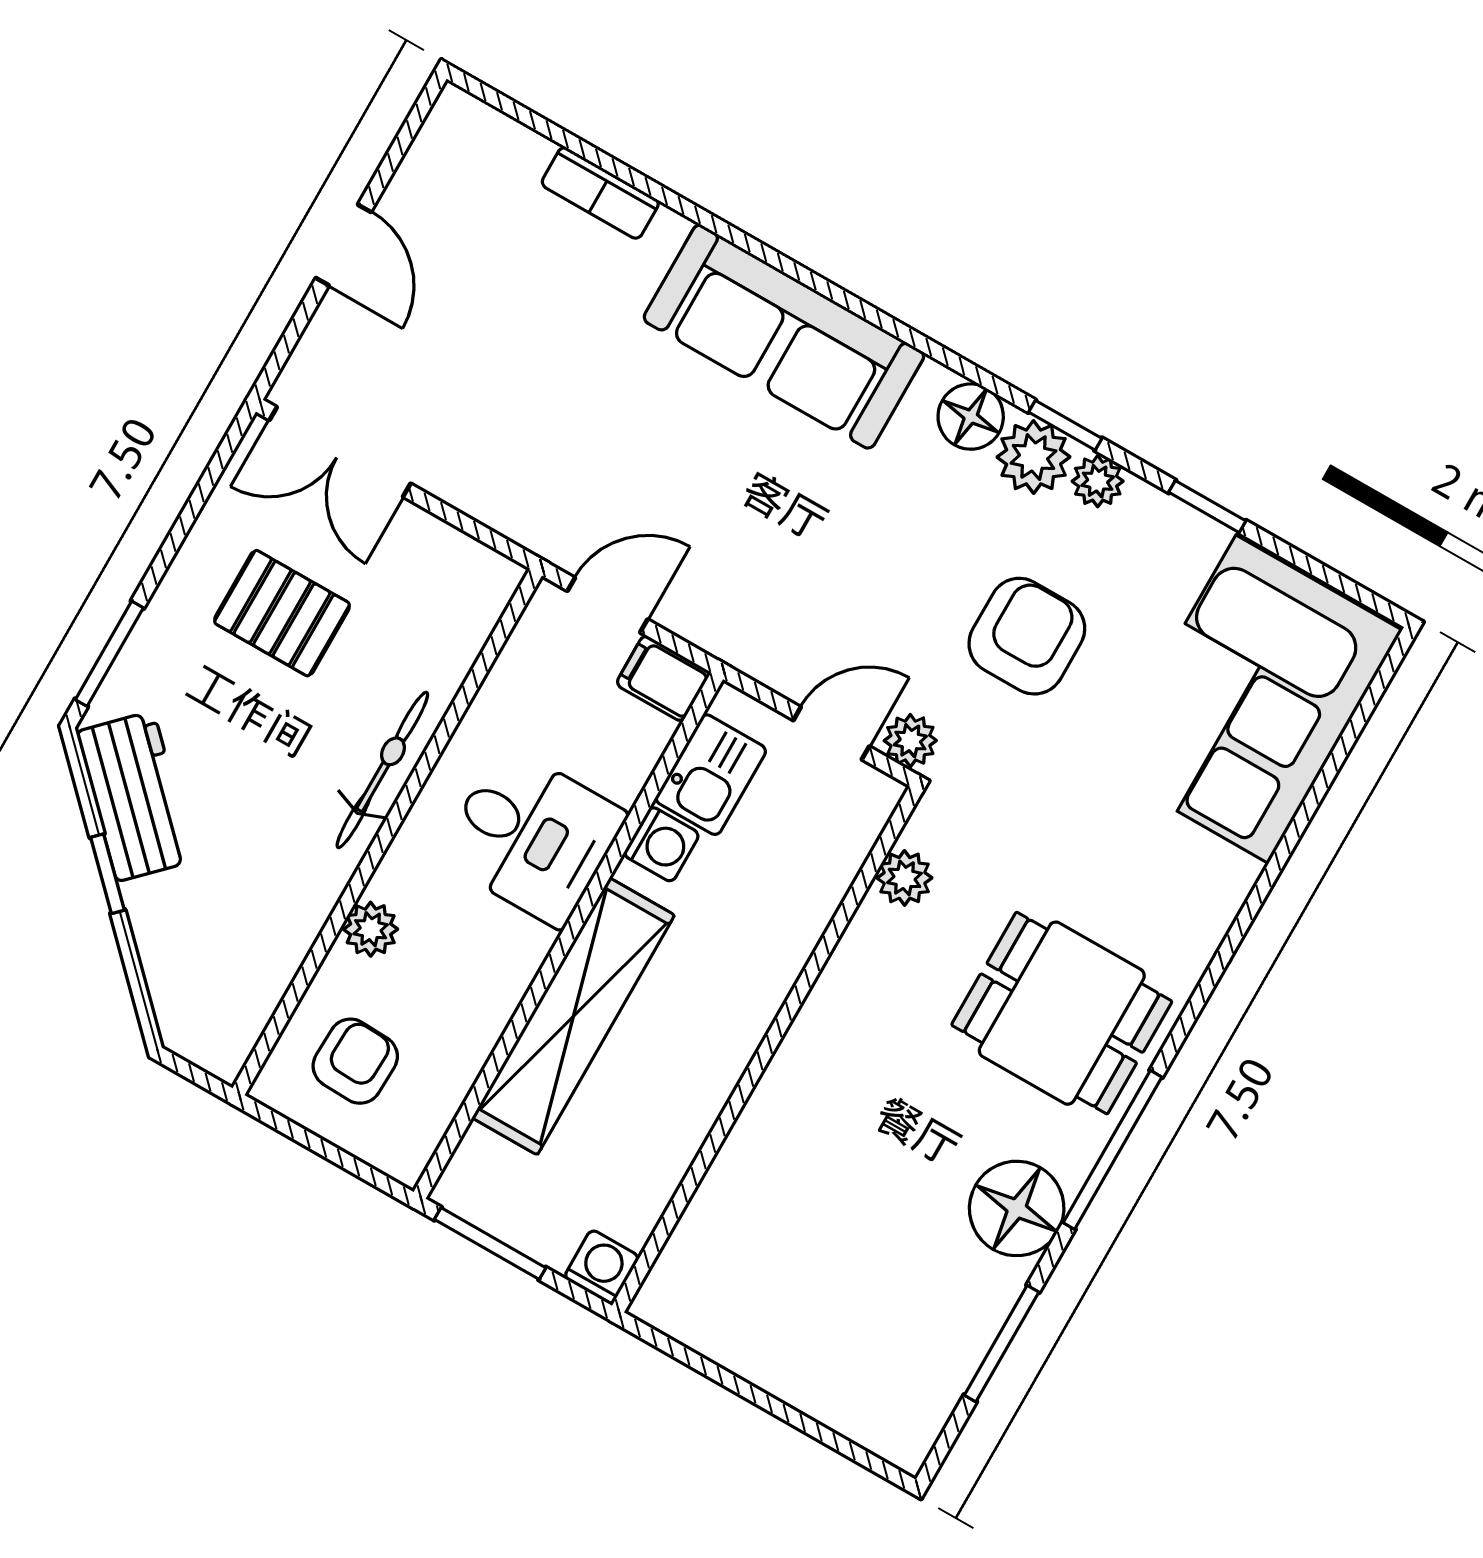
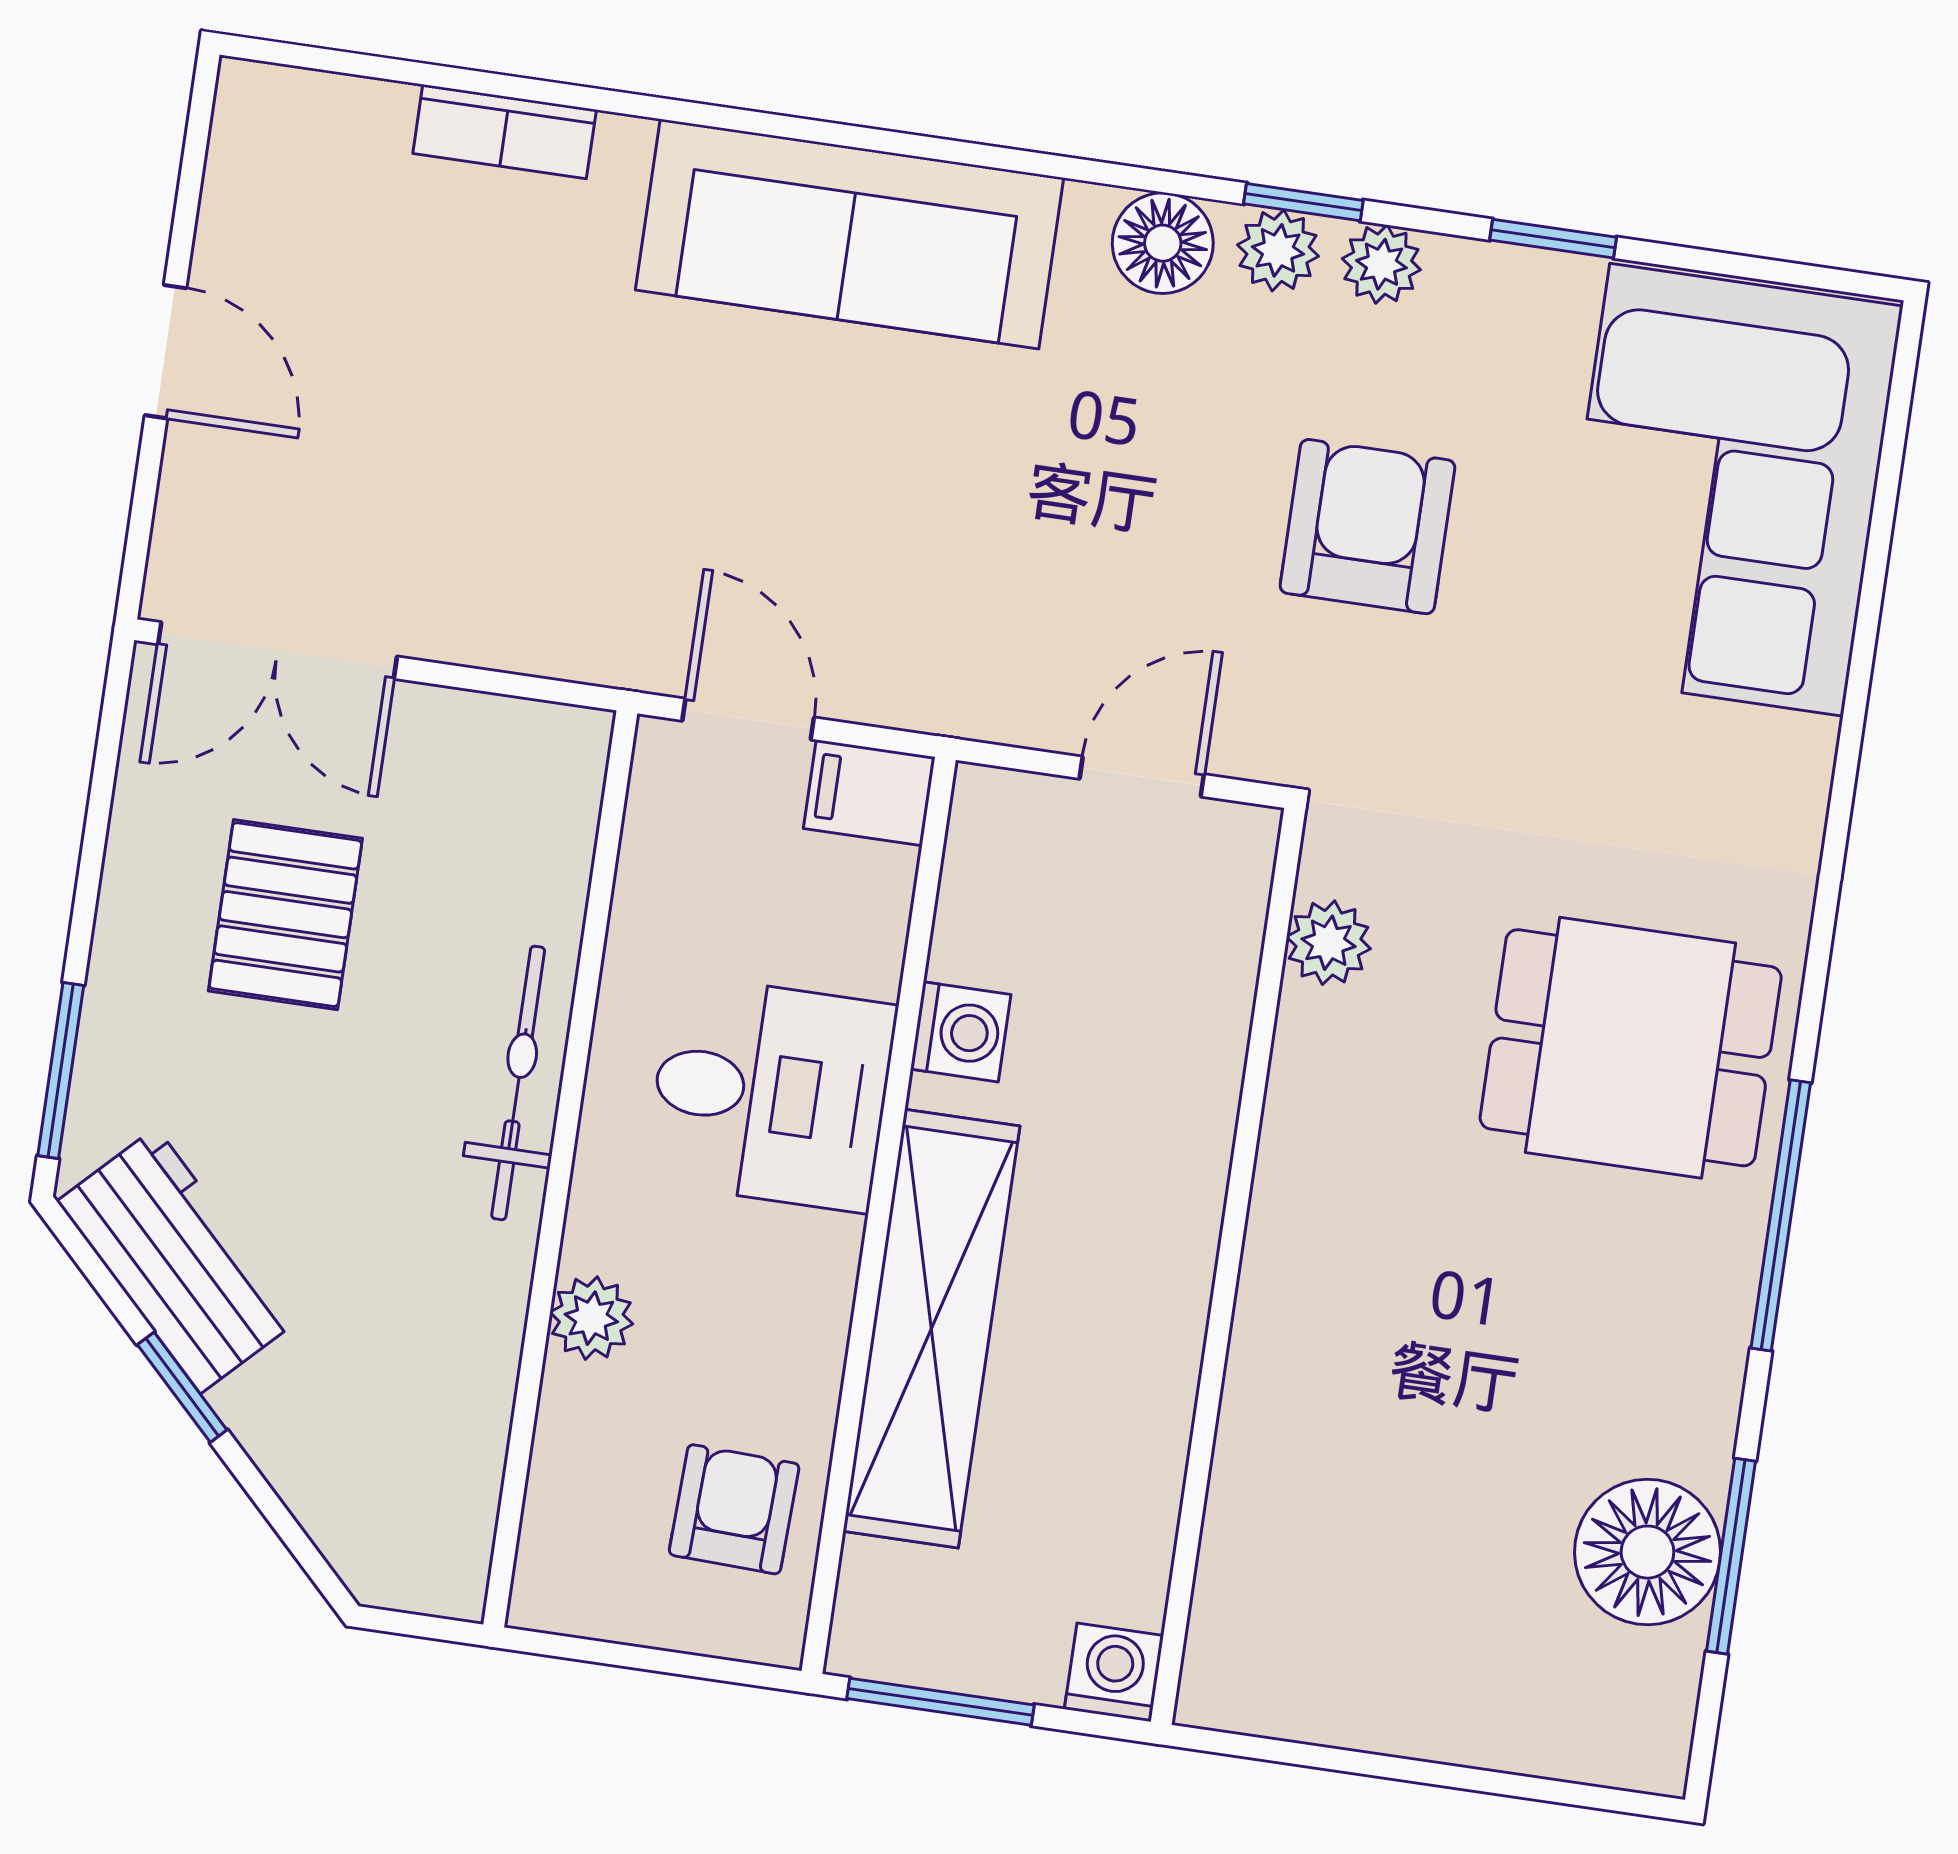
plant: (1034, 457) -> (1278, 250), width x0.73, depth x0.73
door: (608, 605) -> (748, 719), hinge flipped
pallet: (282, 613) -> (285, 915), turned 90
plant: (910, 741) -> (1259, 742), removed
kitchen sink: (711, 775) -> (992, 904), removed
armchair: (355, 1061) -> (734, 1509), moved
floor lamp: (1017, 1208) -> (1647, 1552), moved

